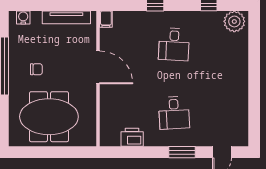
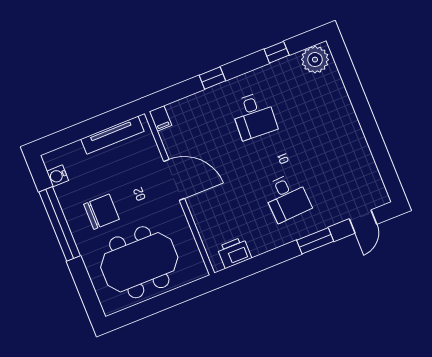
water cooler: (23, 17) -> (58, 176), moved, turned -90
chair: (36, 69) -> (101, 212), width x1.87, depth x1.87
printer: (132, 137) -> (234, 253), moved

